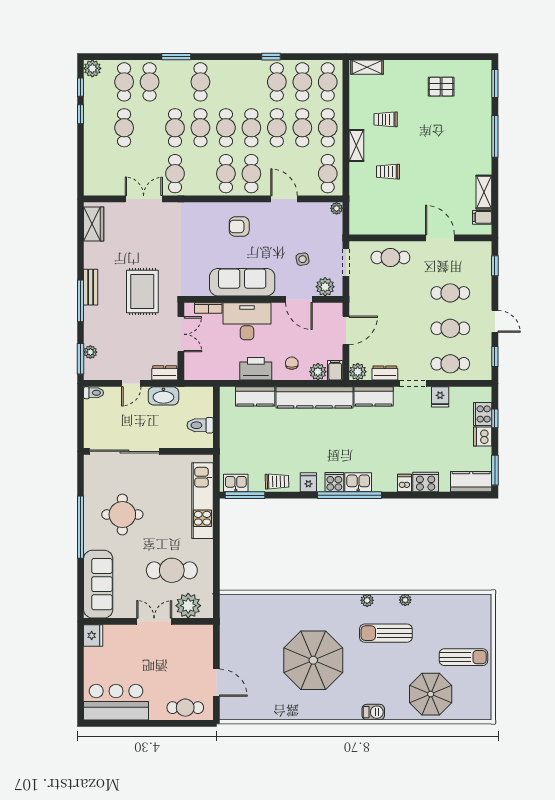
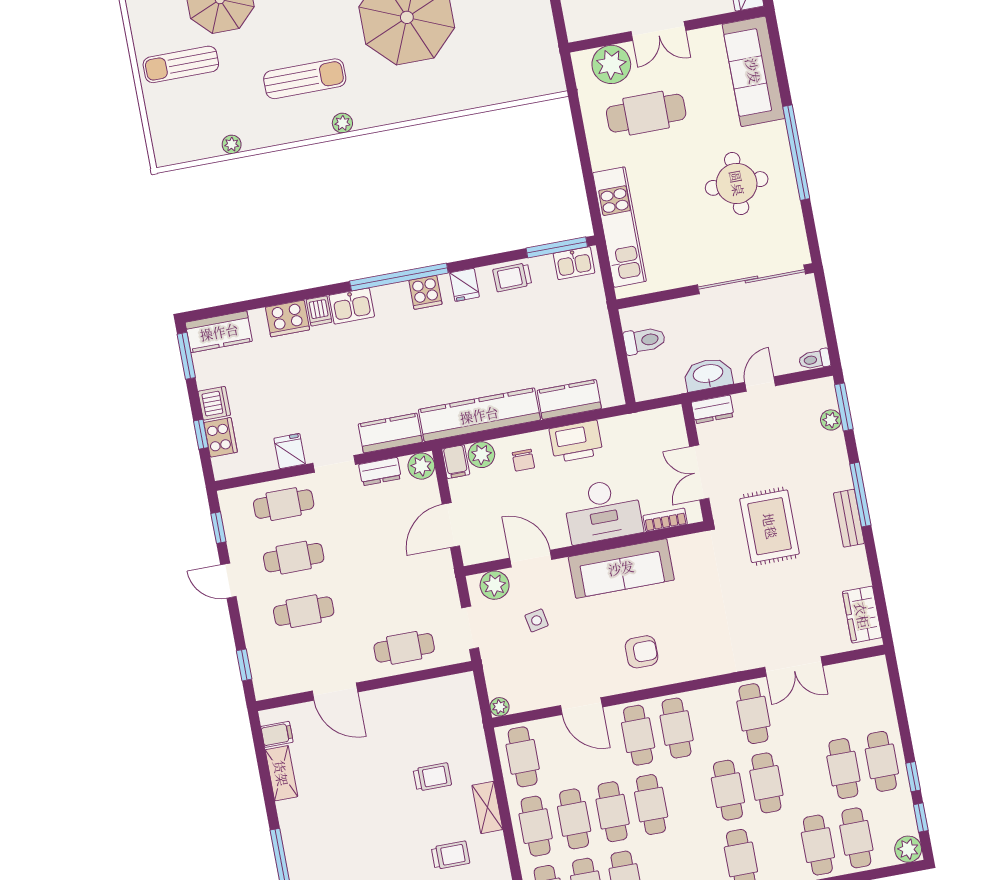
cafe table: (226, 128) -> (882, 761), moved
kitchen sink: (358, 482) -> (352, 306), moved
plant: (405, 600) -> (232, 144), moved

